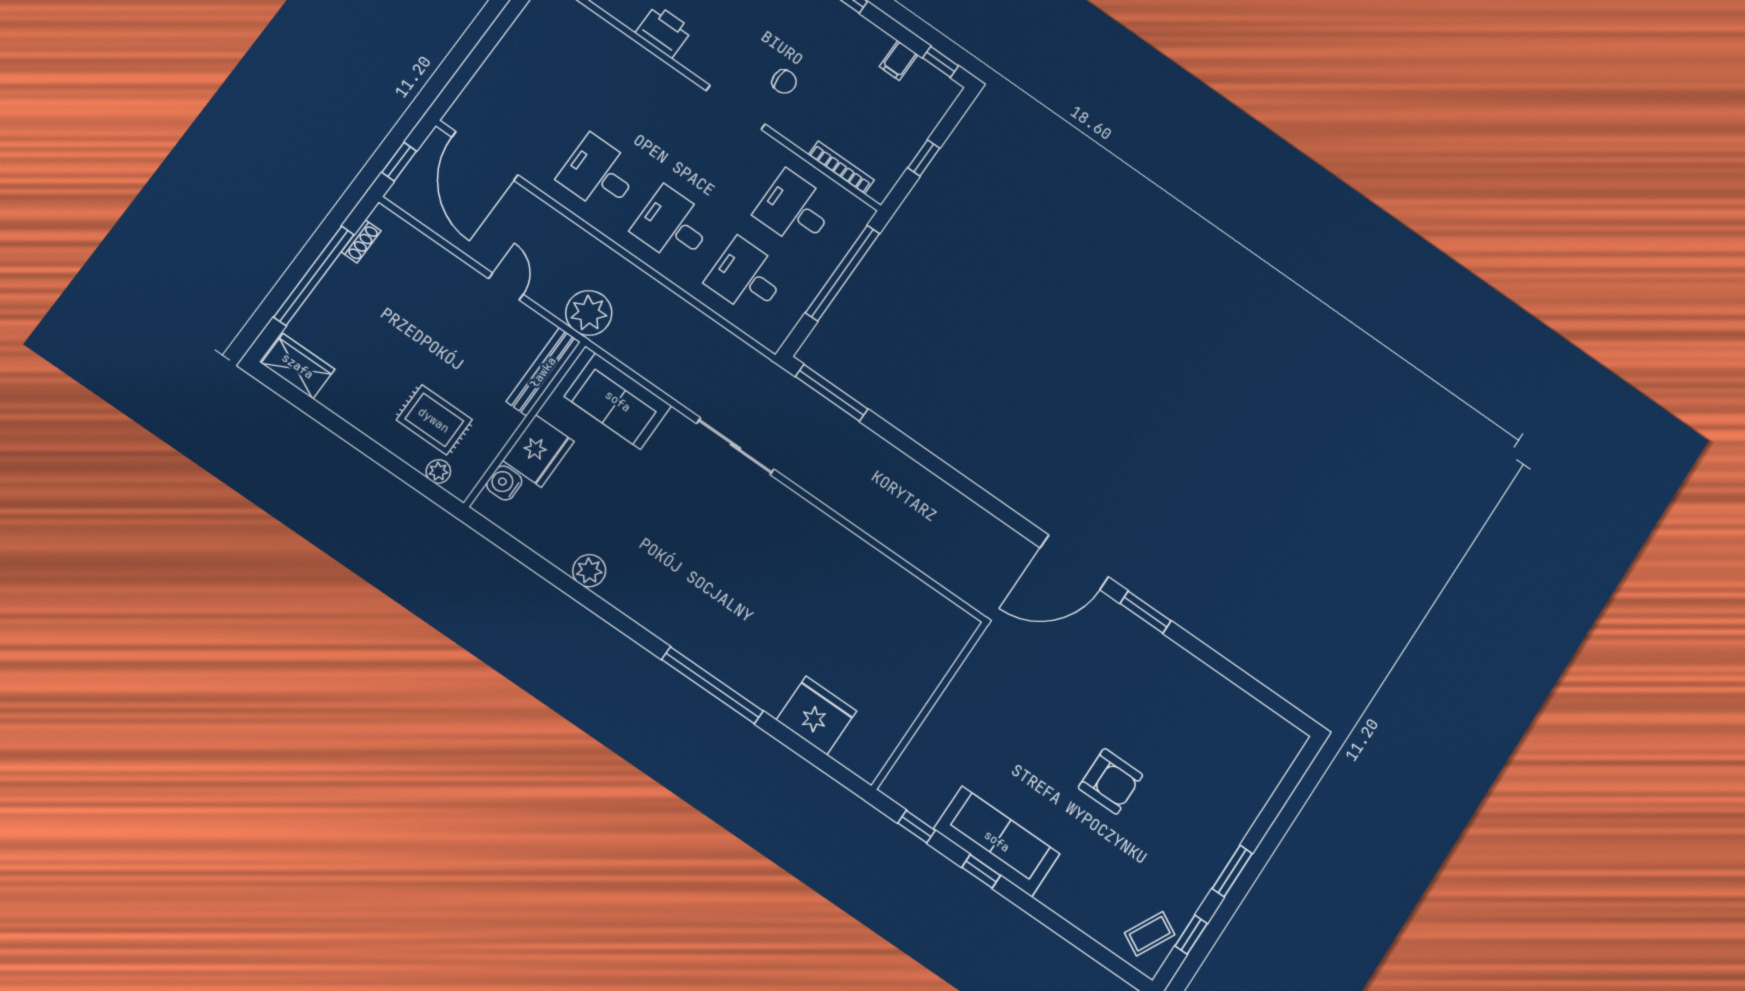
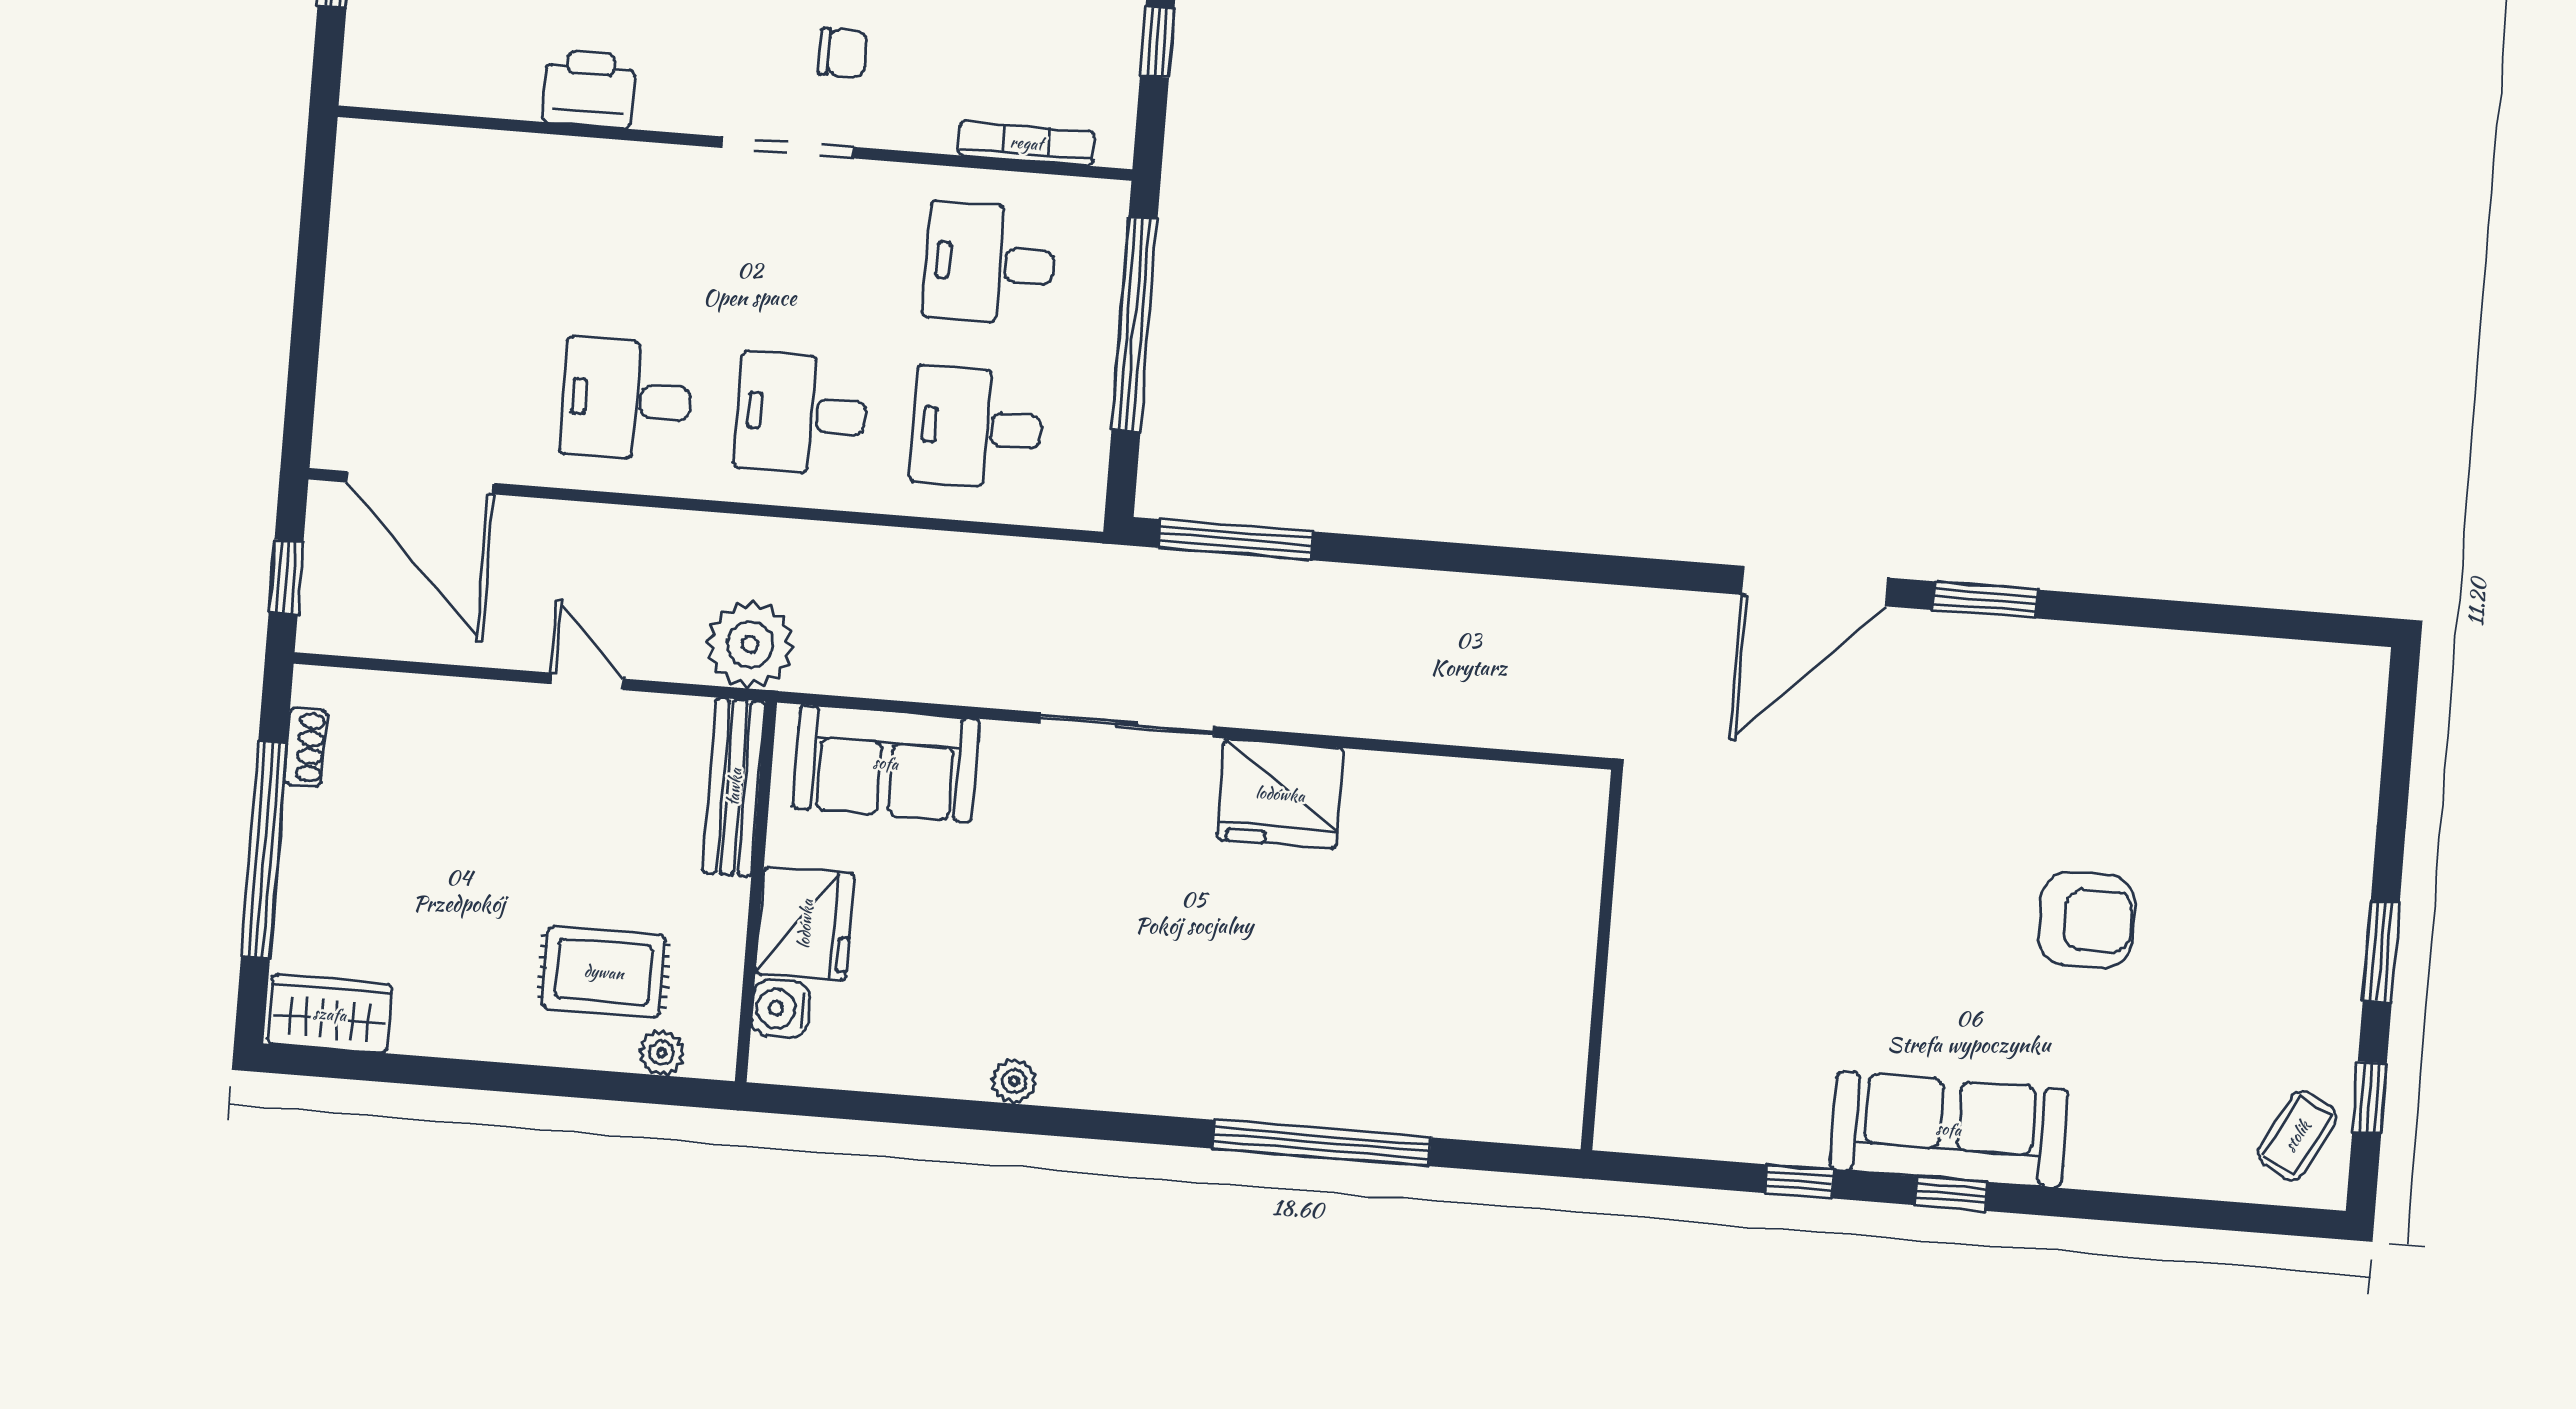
plant: (589, 571) -> (1014, 1081), width x0.73, depth x0.73
wall: (930, 705) -> (1602, 960), moved
fridge: (816, 716) -> (1280, 794), moved, turned 180

